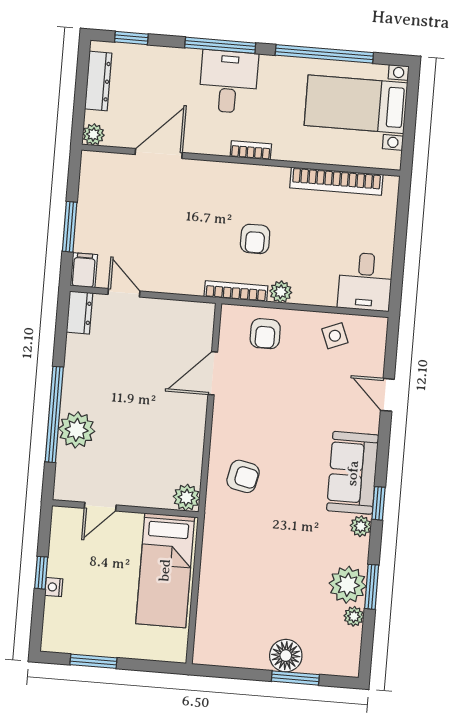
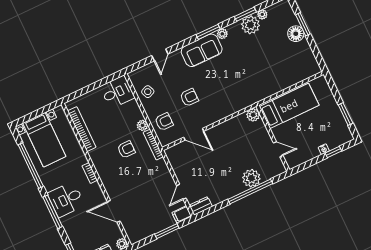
armchair: (243, 476) -> (189, 97), moved, turned 78
window: (378, 503) -> (208, 32), width x1.50
window: (41, 573) -> (333, 152), moved

